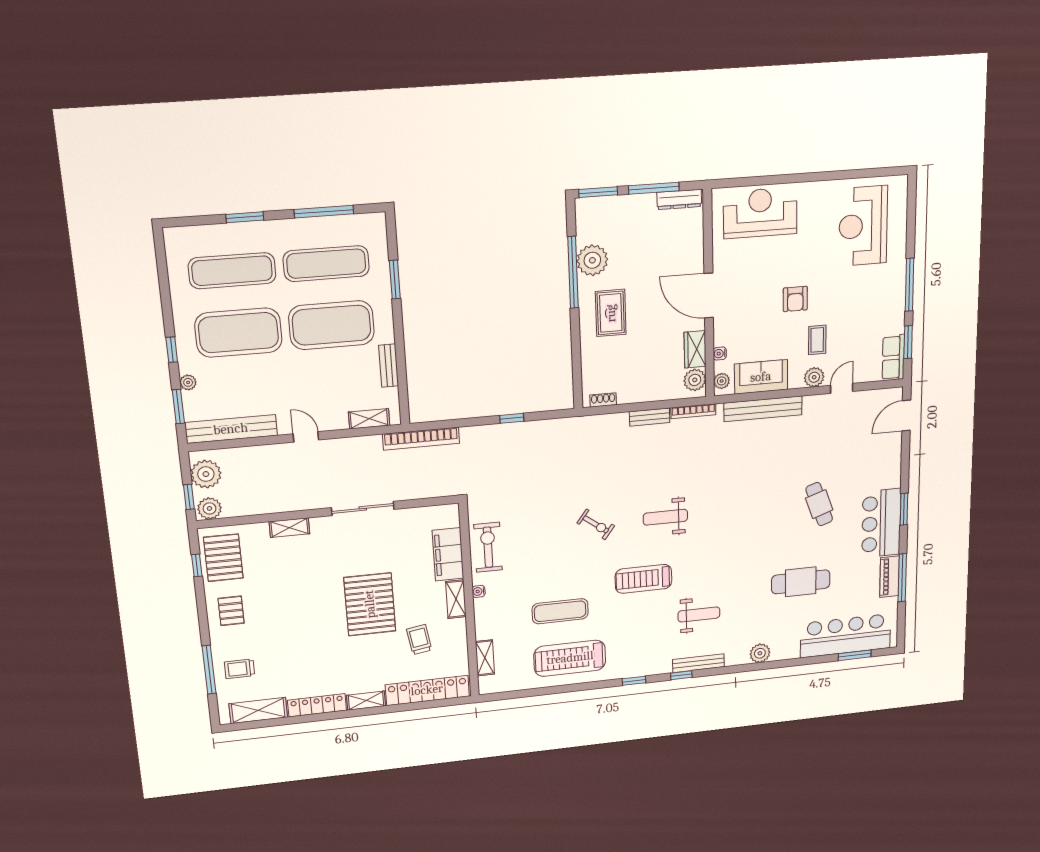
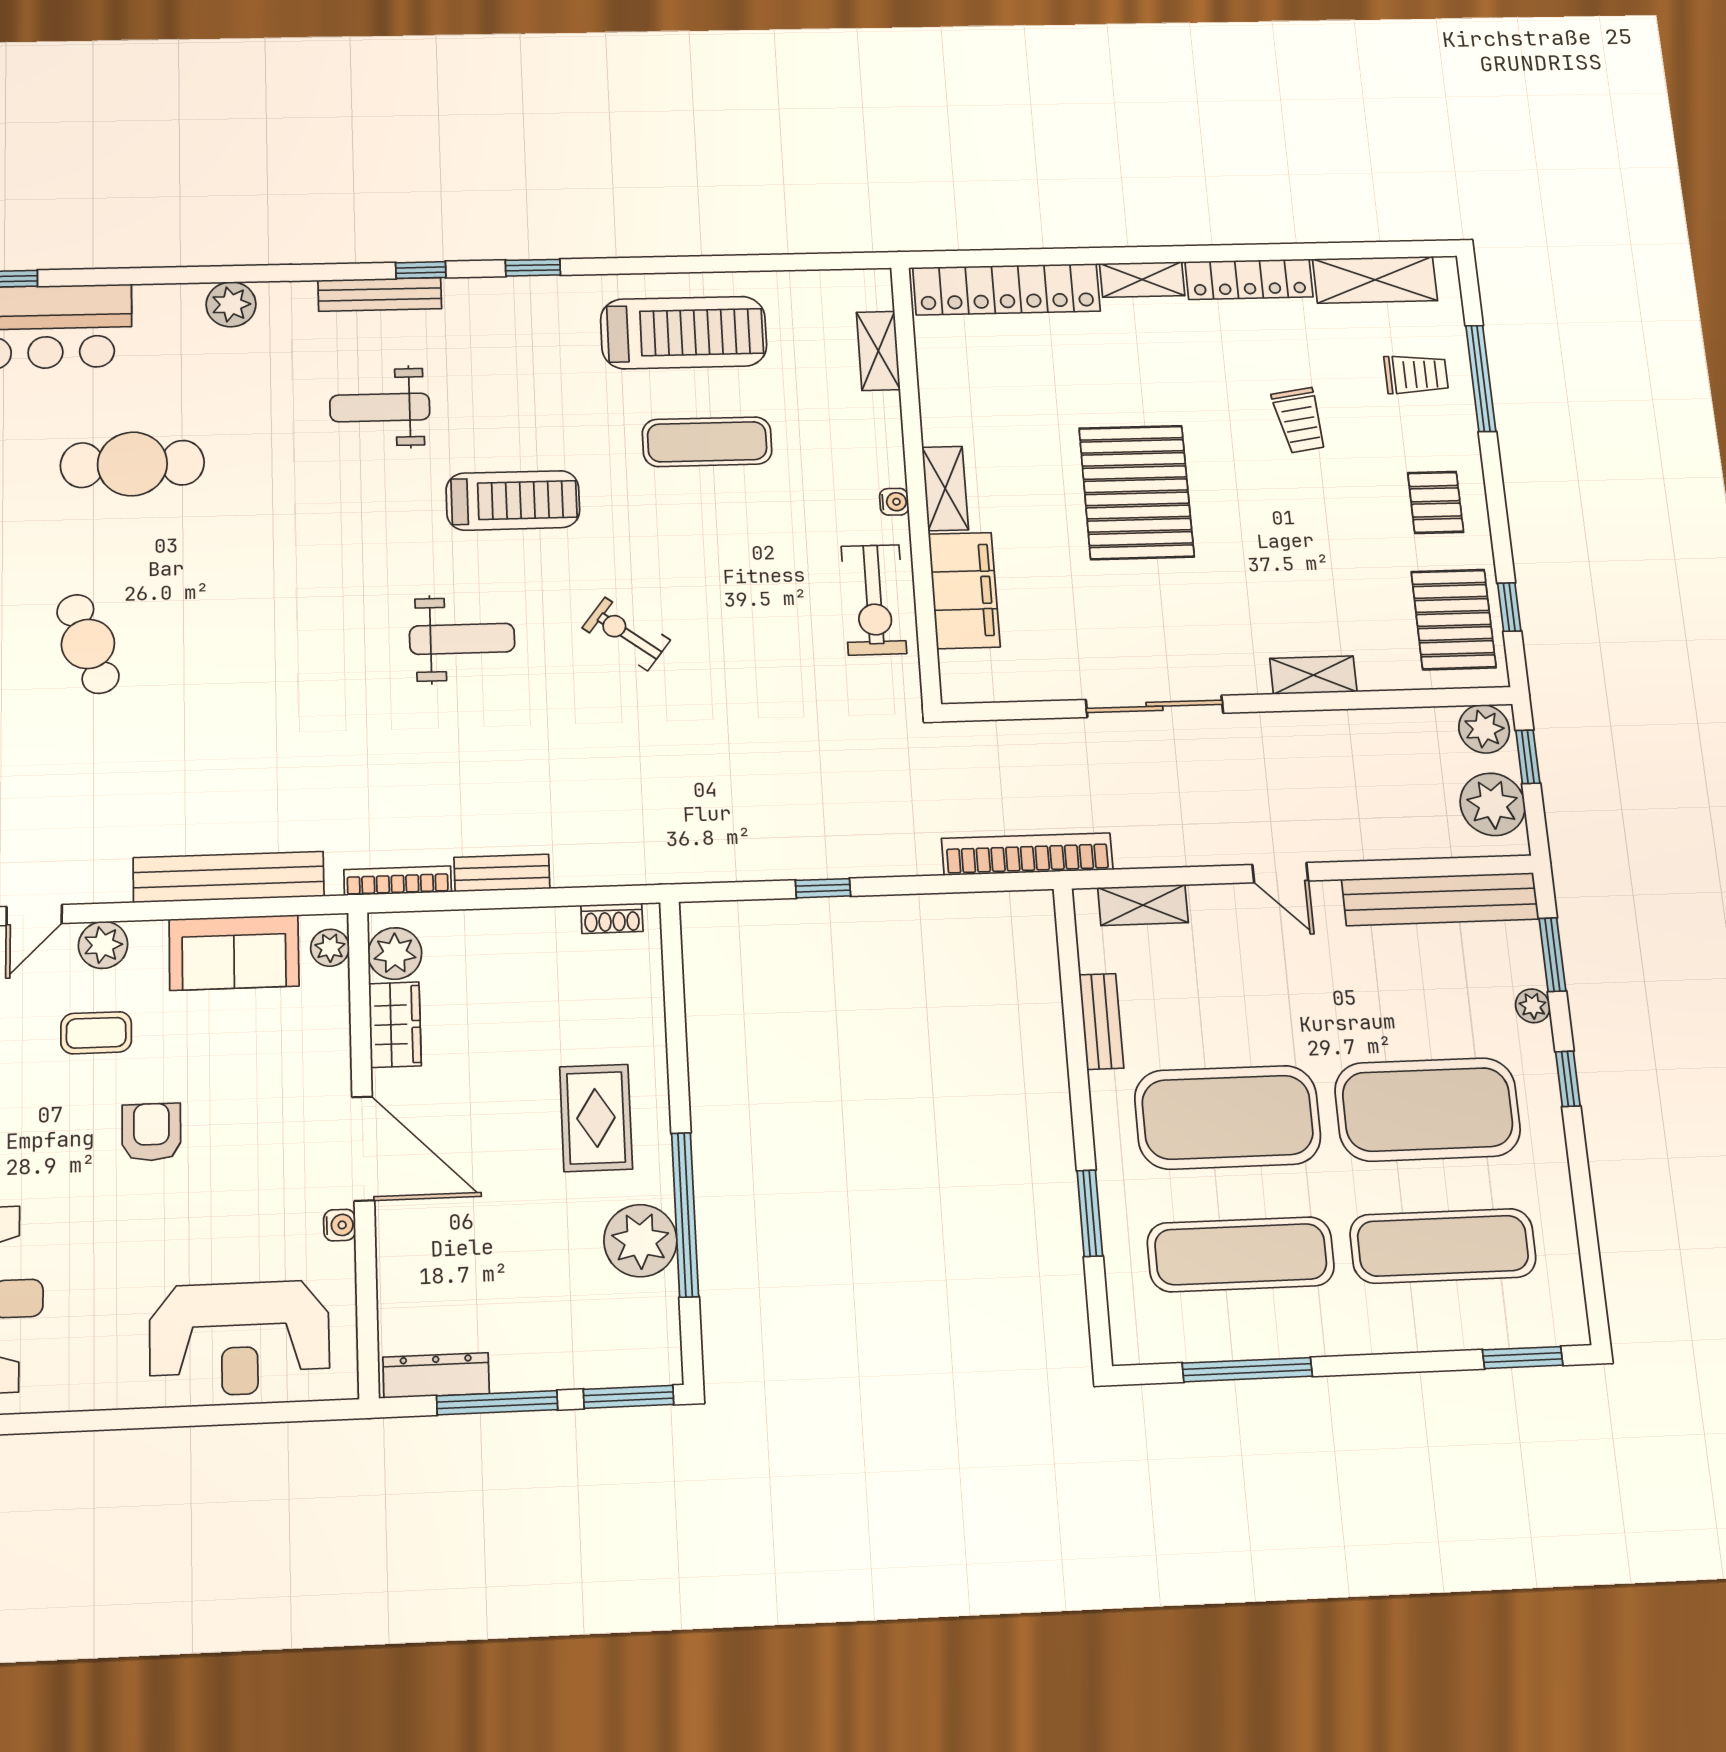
window: (245, 217) -> (1523, 1358), moved
coffee table: (817, 340) -> (96, 1033), turned 90
water cooler: (720, 354) -> (340, 1225), moved
trolley: (419, 640) -> (1300, 420), moved

